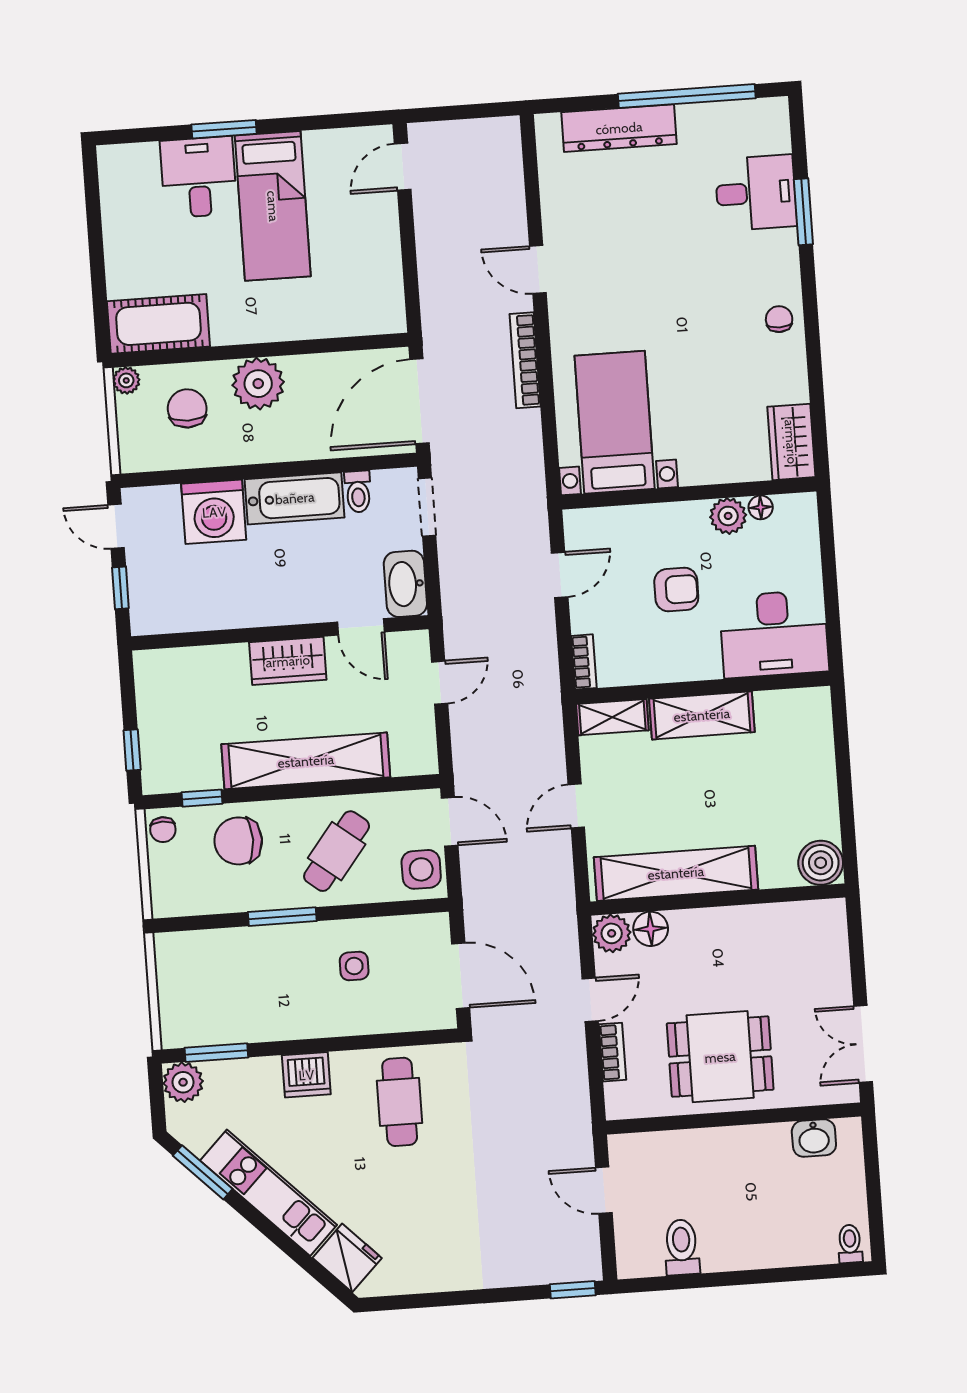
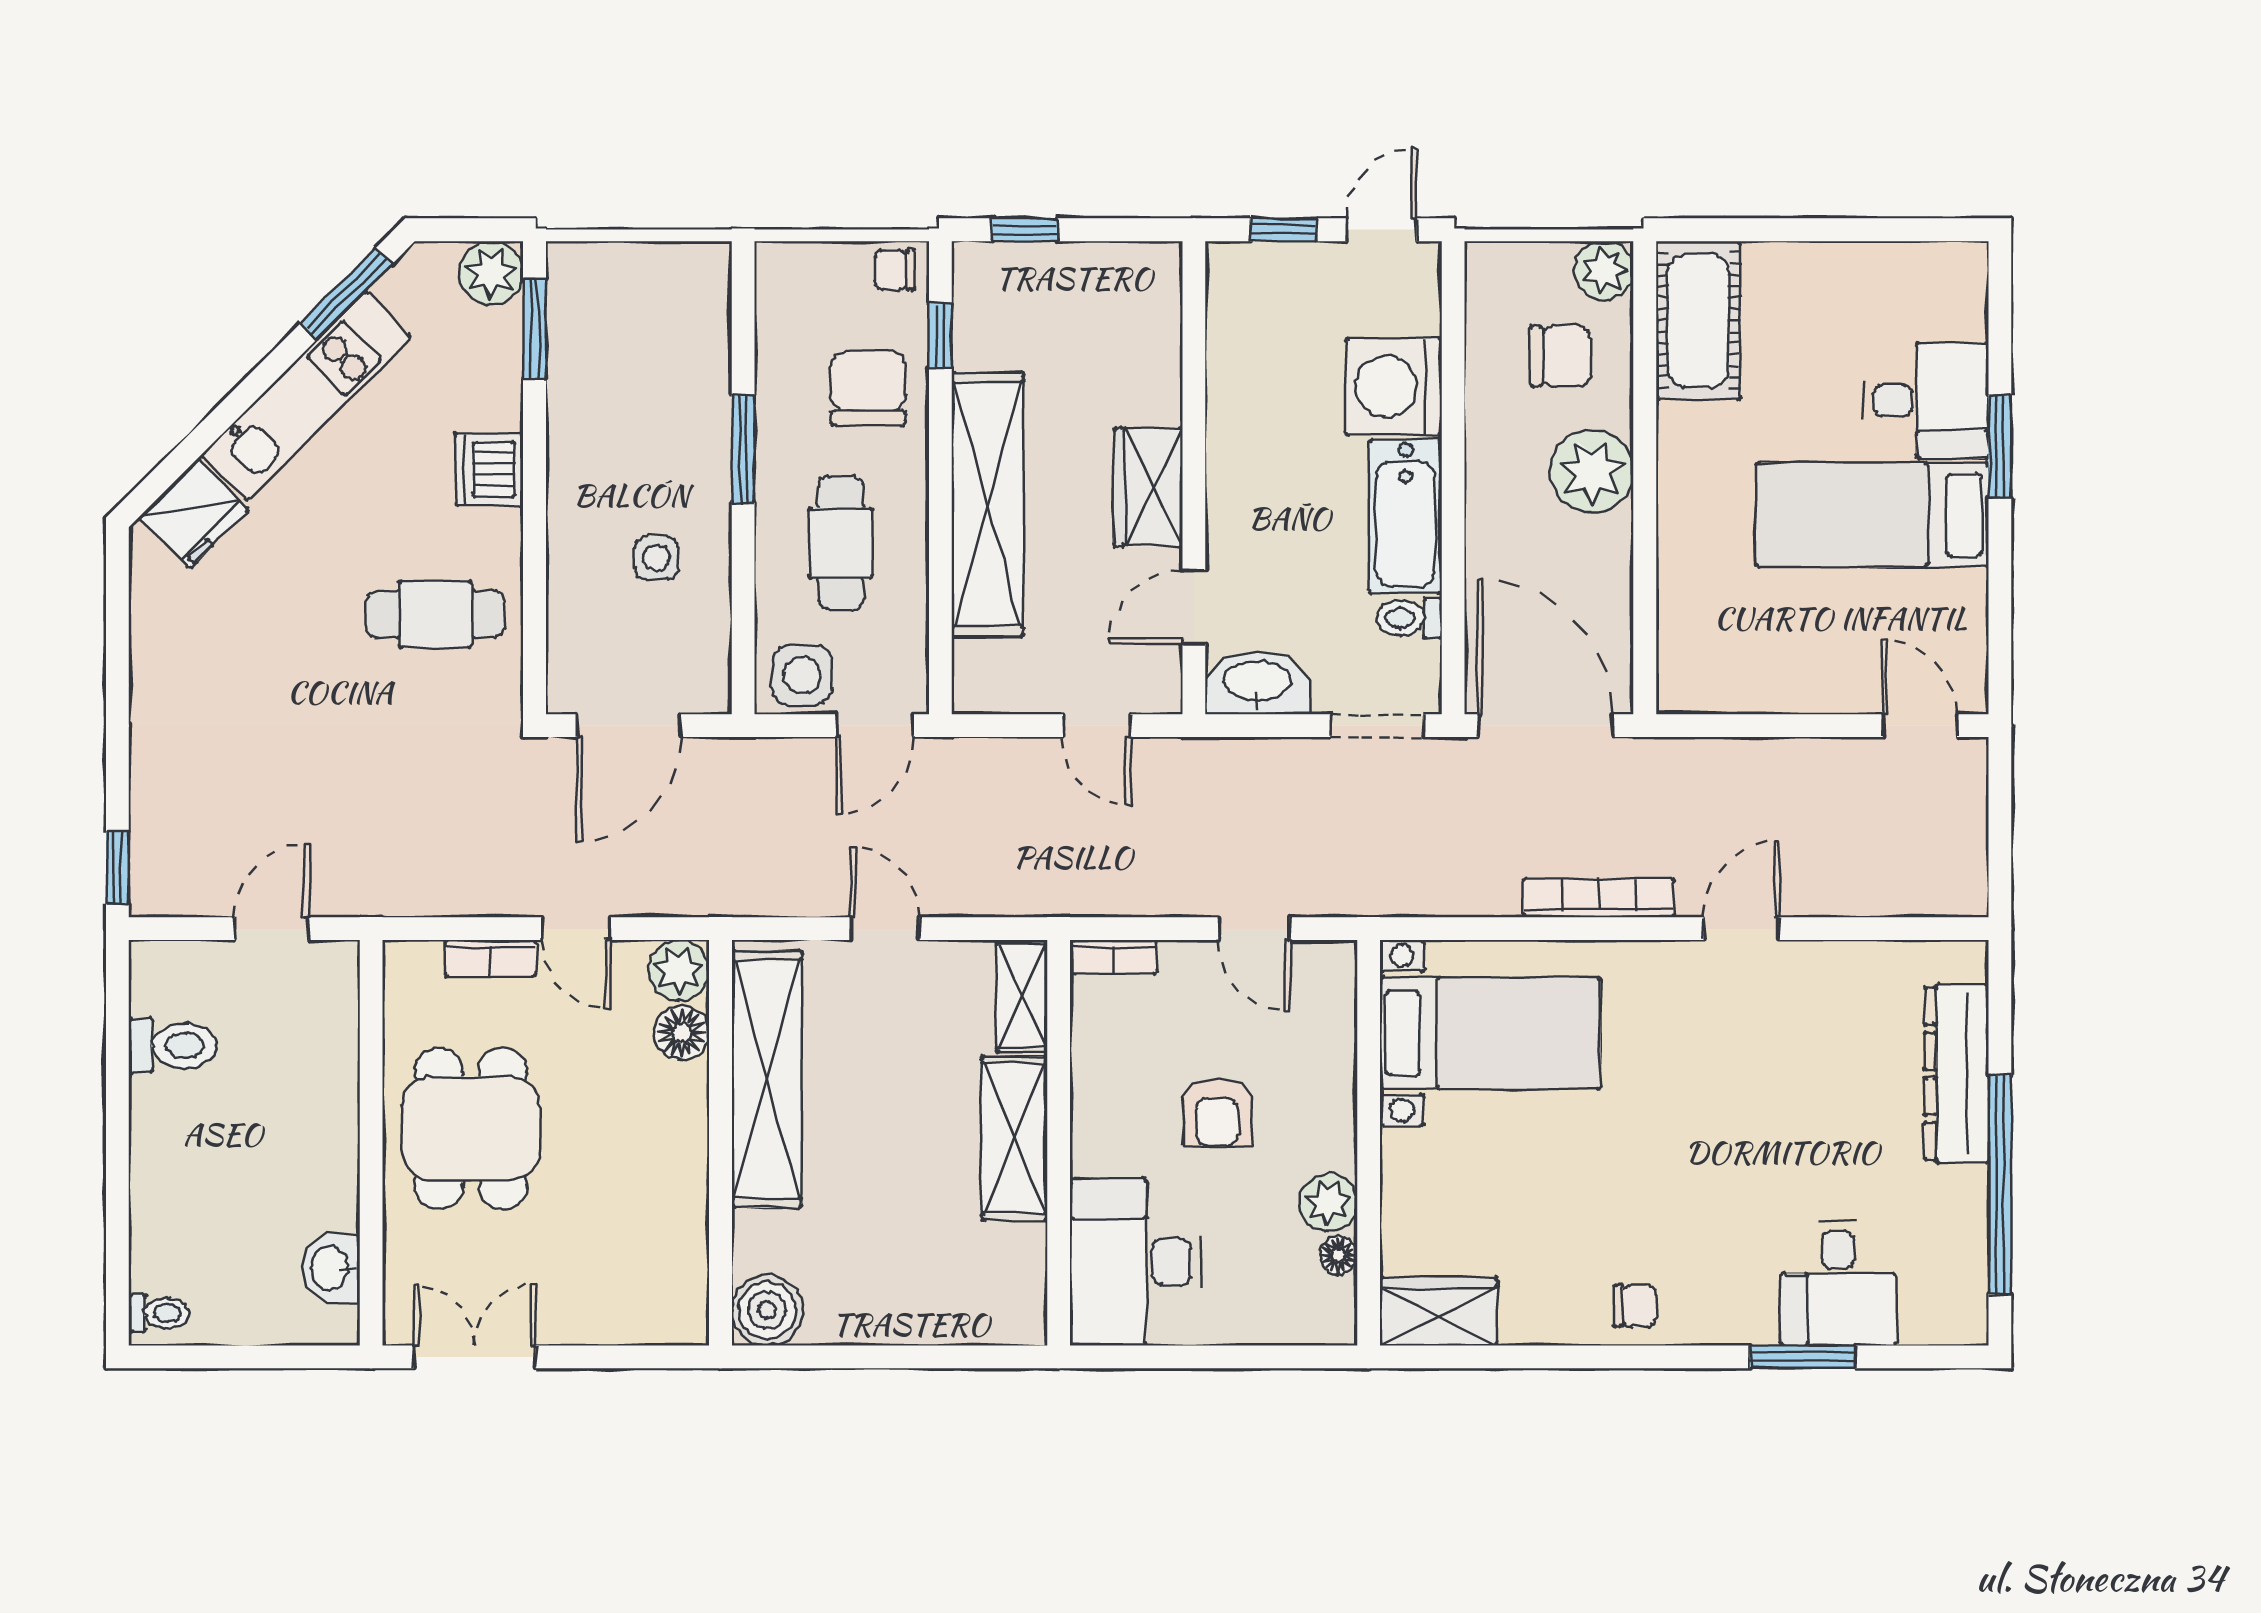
plant: (126, 380) -> (1604, 271), width x1.38, depth x1.38
cafe table: (337, 851) -> (841, 543), turned 52

